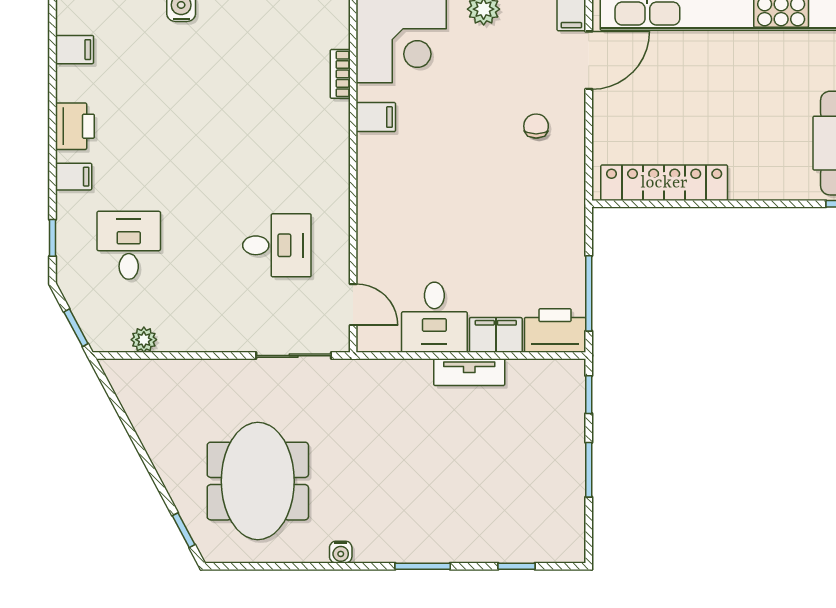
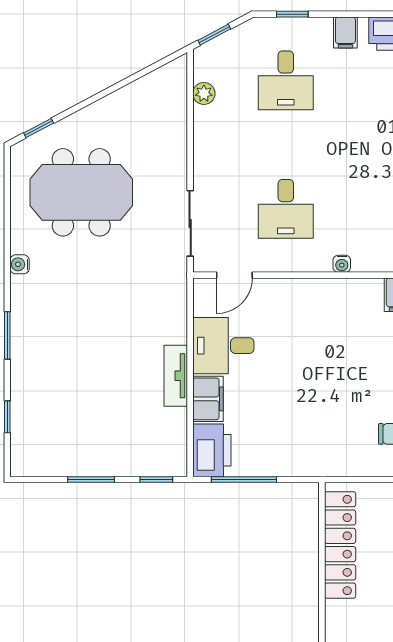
water cooler: (340, 181) -> (342, 264), added
desk: (129, 245) -> (286, 80), turned 90

